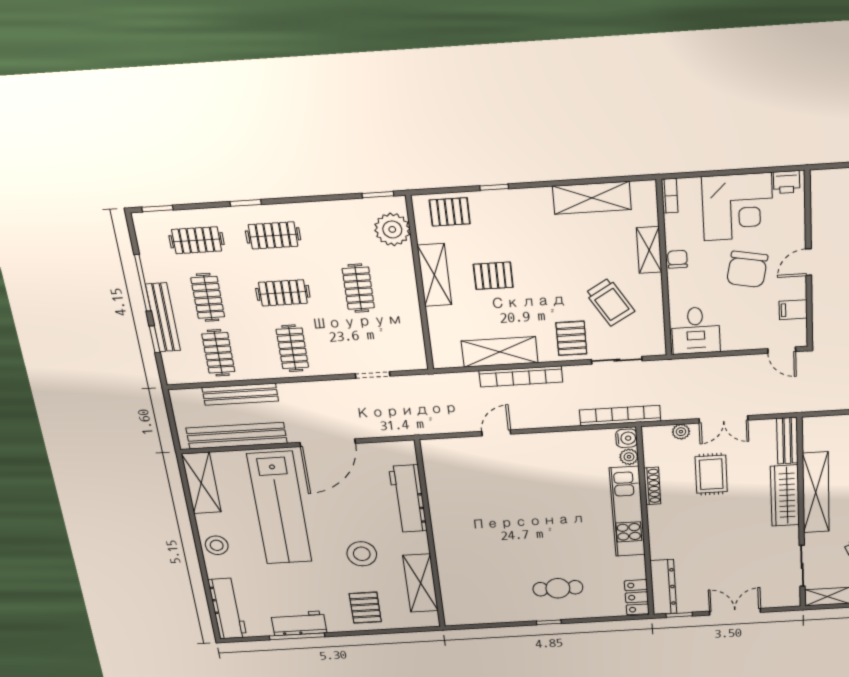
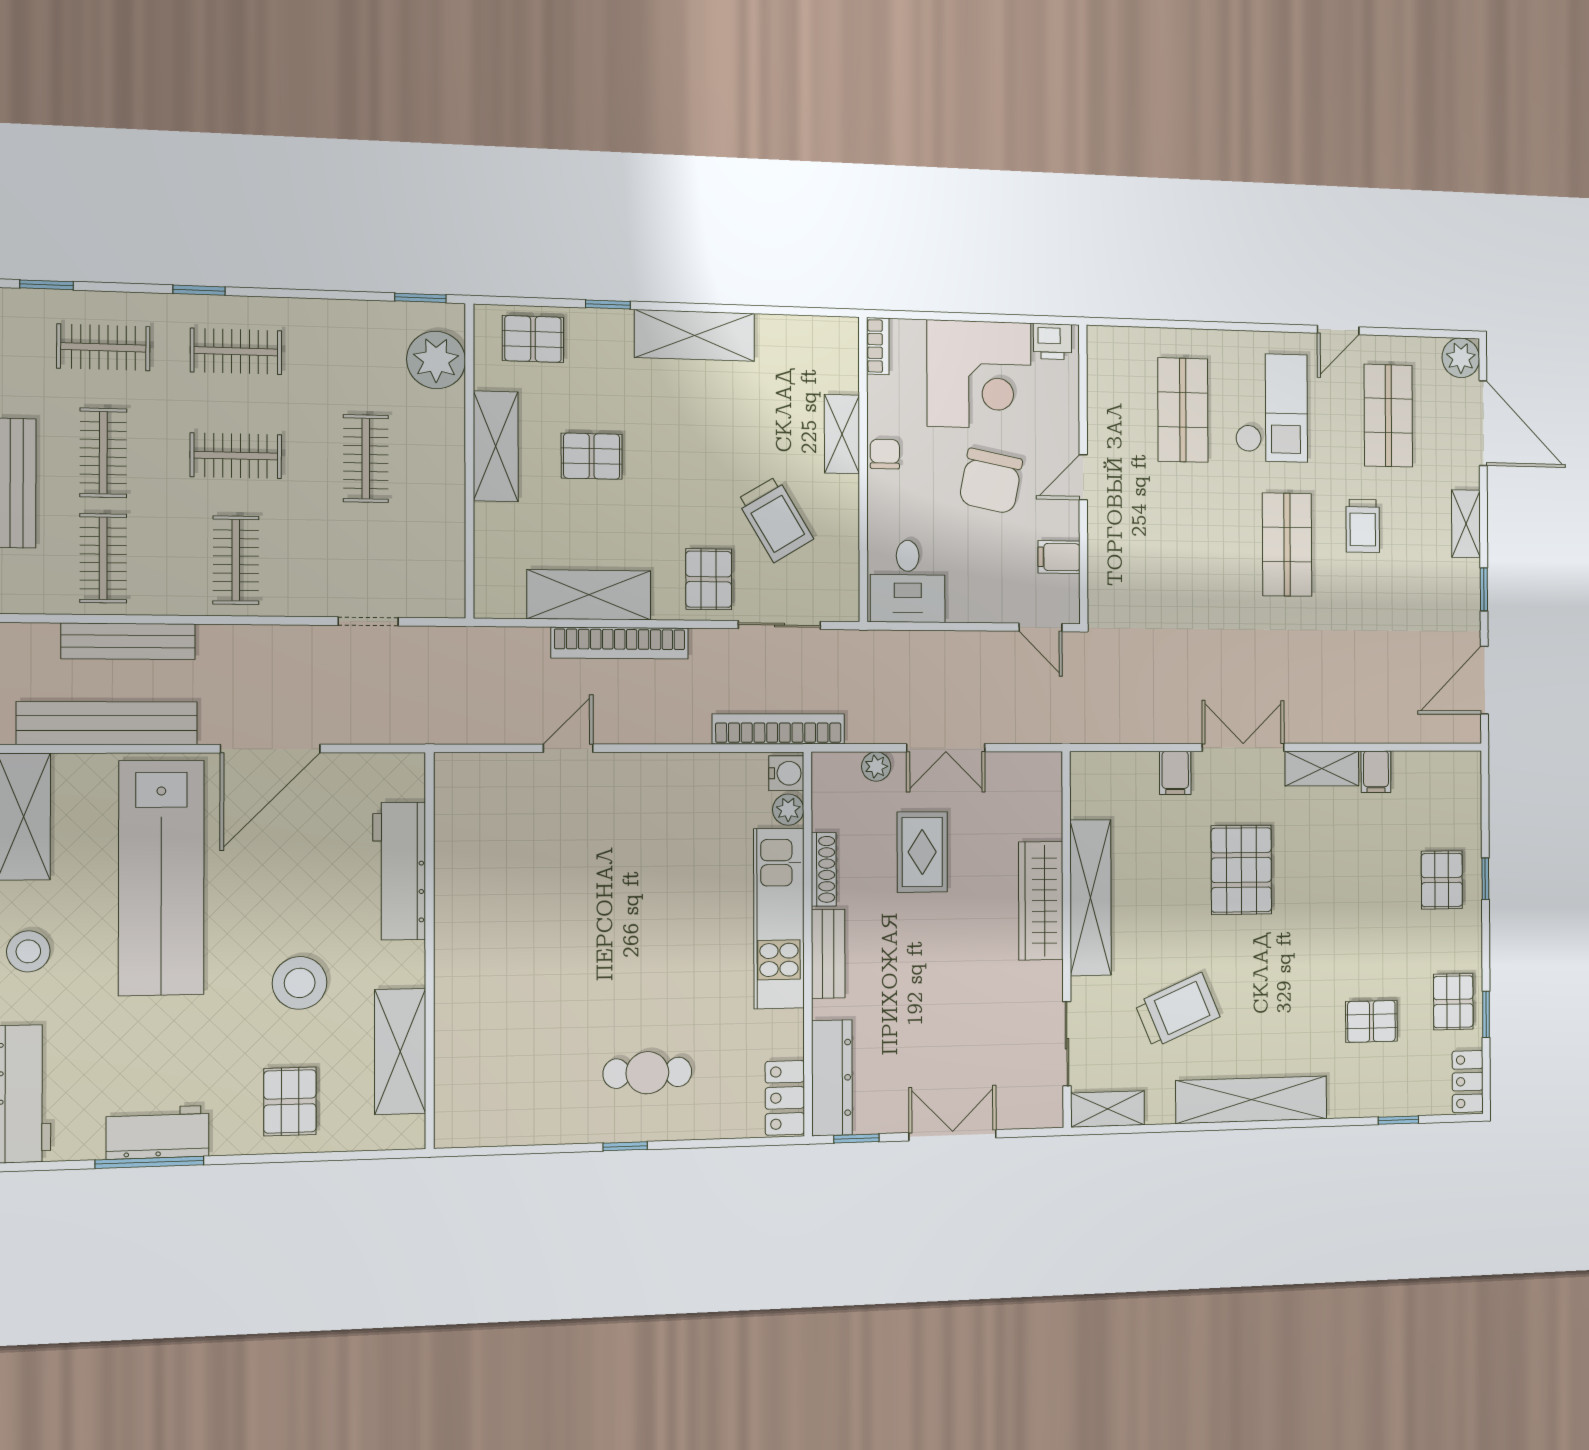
shelving: (592, 198) -> (695, 335), moved
bench: (787, 441) -> (828, 954), moved

